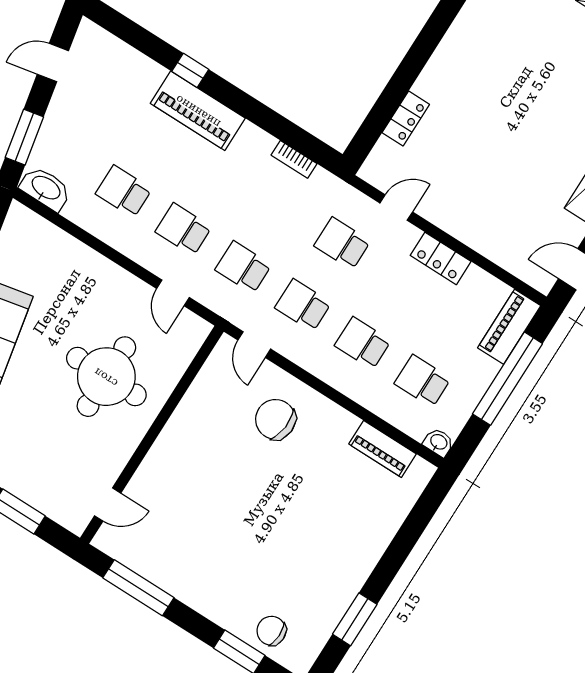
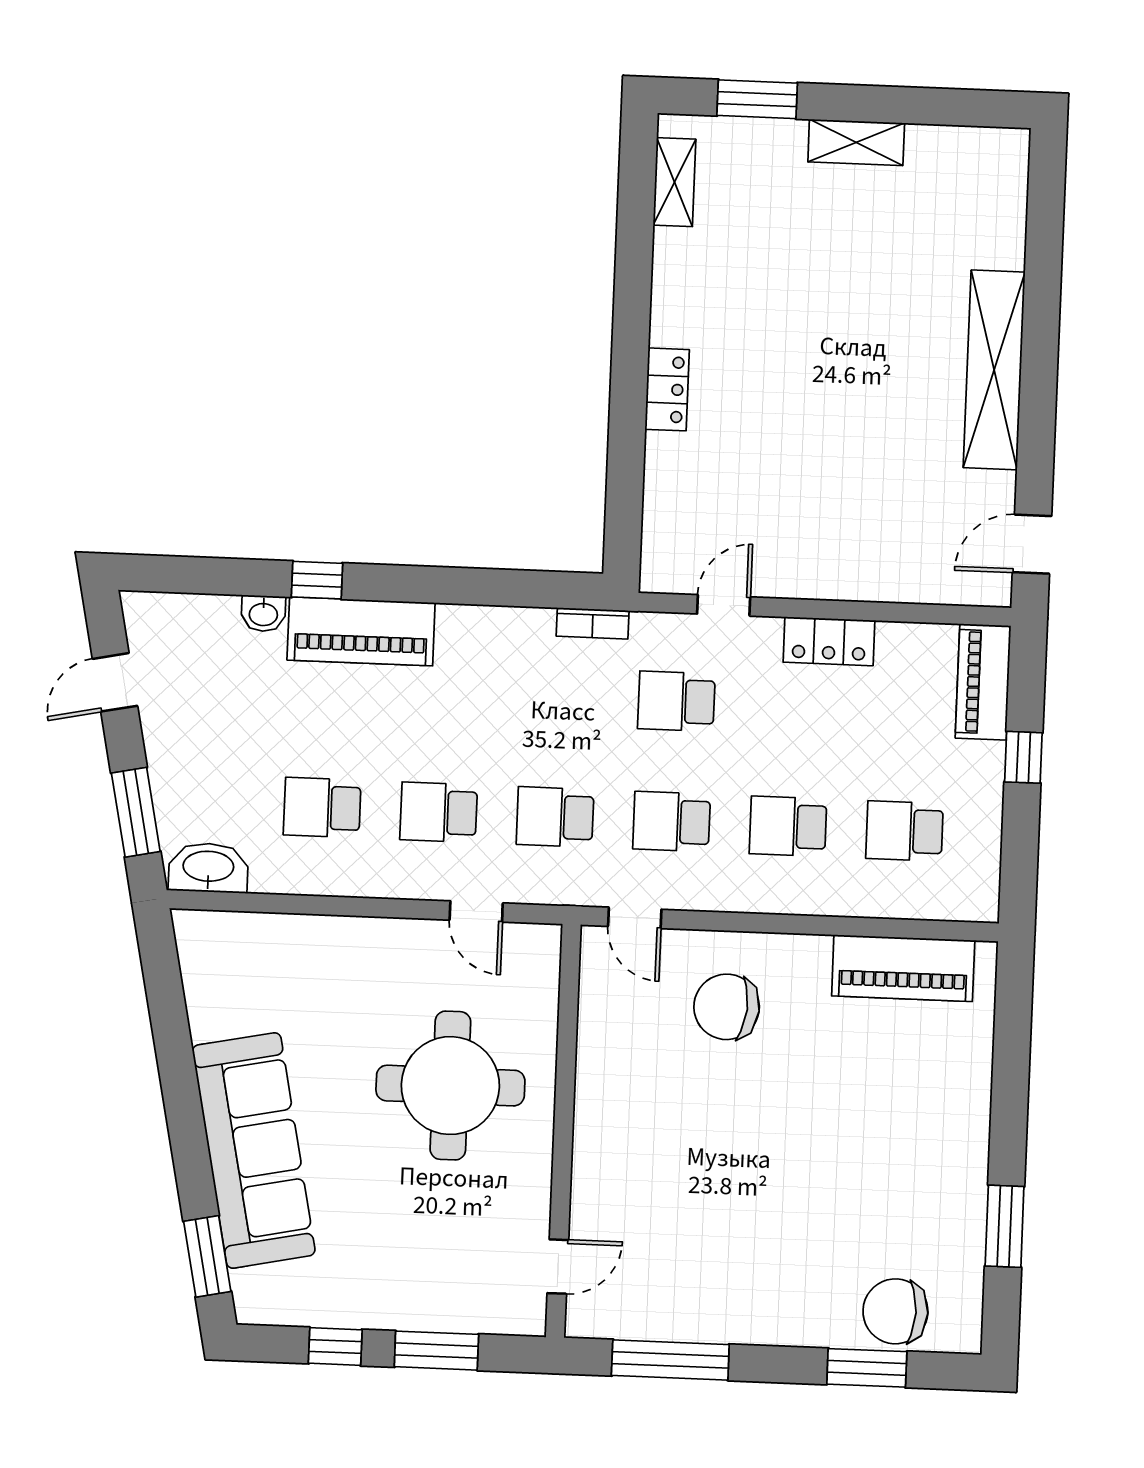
locker: (406, 118) -> (667, 389), moved
bookcase: (294, 159) -> (593, 623), moved
window: (507, 379) -> (1023, 757), width x0.32
washbasin: (438, 442) -> (263, 613), moved, turned 180
piano: (383, 449) -> (903, 968), width x1.37, depth x1.33
chair: (271, 631) -> (895, 1311), width x1.37, depth x1.37

